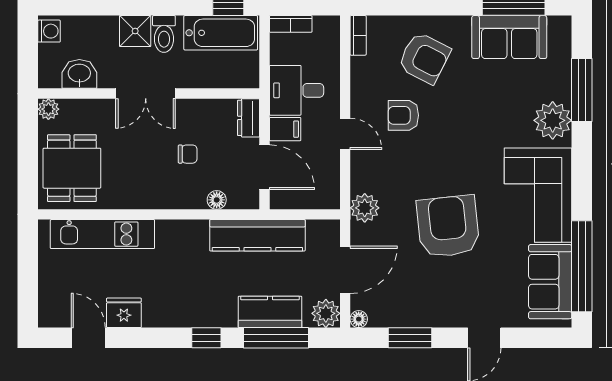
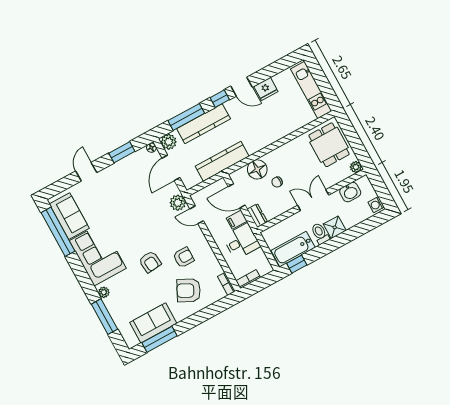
bookcase: (291, 24) -> (248, 279), moved
plant: (553, 120) -> (104, 292), width x0.53, depth x0.53
door: (345, 134) -> (197, 215), moved
floor lamp: (217, 200) -> (257, 169), width x1.89, depth x1.89
armchair: (448, 226) -> (150, 262), moved, width x0.53, depth x0.53
kitchen unit: (102, 234) -> (311, 90), moved, turned -90
kitchen counter: (270, 312) -> (204, 124), width x1.50
door: (88, 338) -> (242, 87), moved

